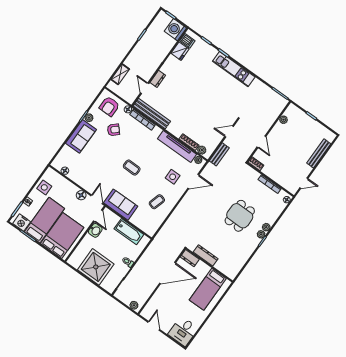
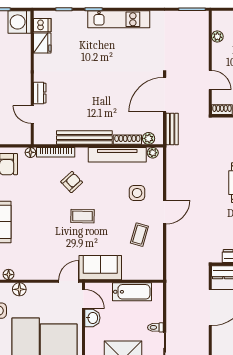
bench: (152, 114) -> (84, 138), moved
armchair: (114, 130) -> (72, 182), moved
door: (229, 131) -> (165, 95), width x1.88
door: (193, 181) -> (165, 212), moved
floor lamp: (81, 195) -> (19, 289), moved
door: (97, 199) -> (69, 281), hinge flipped

